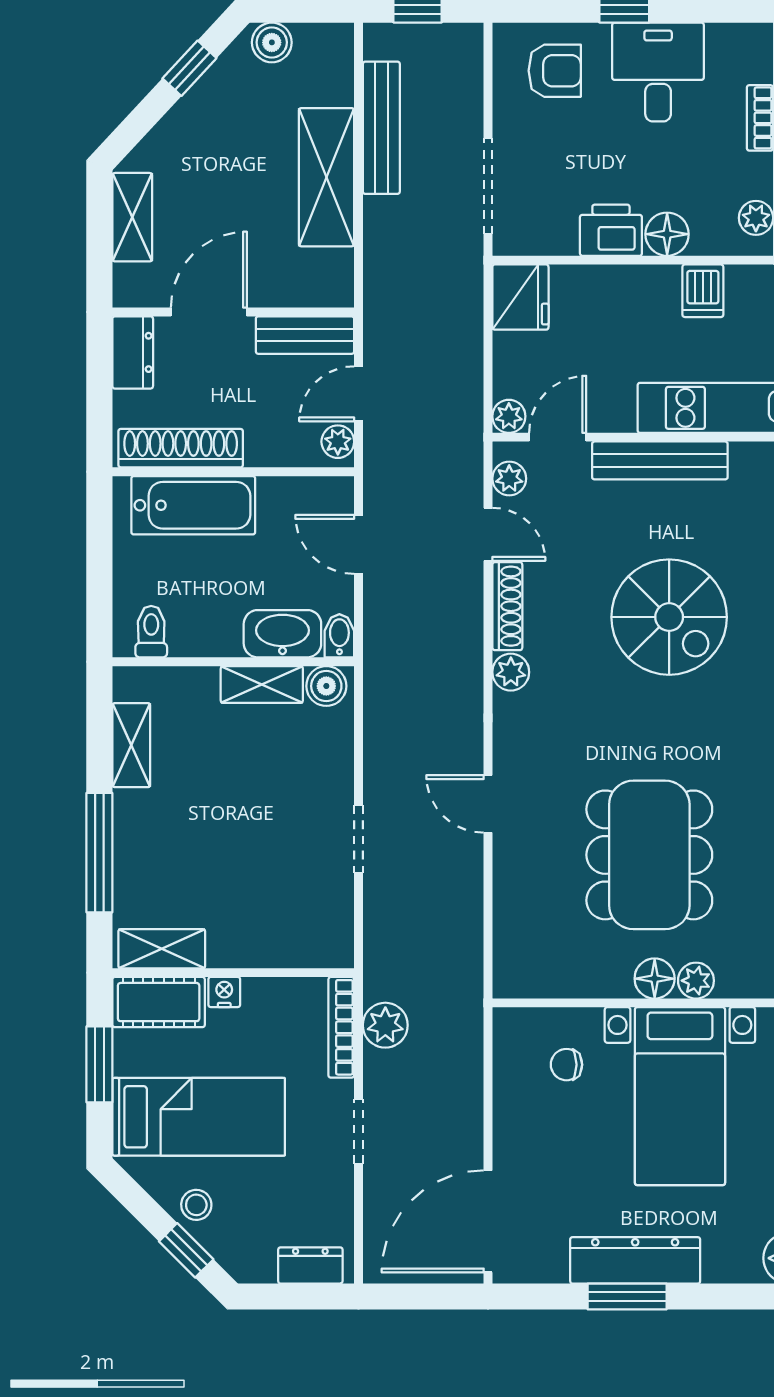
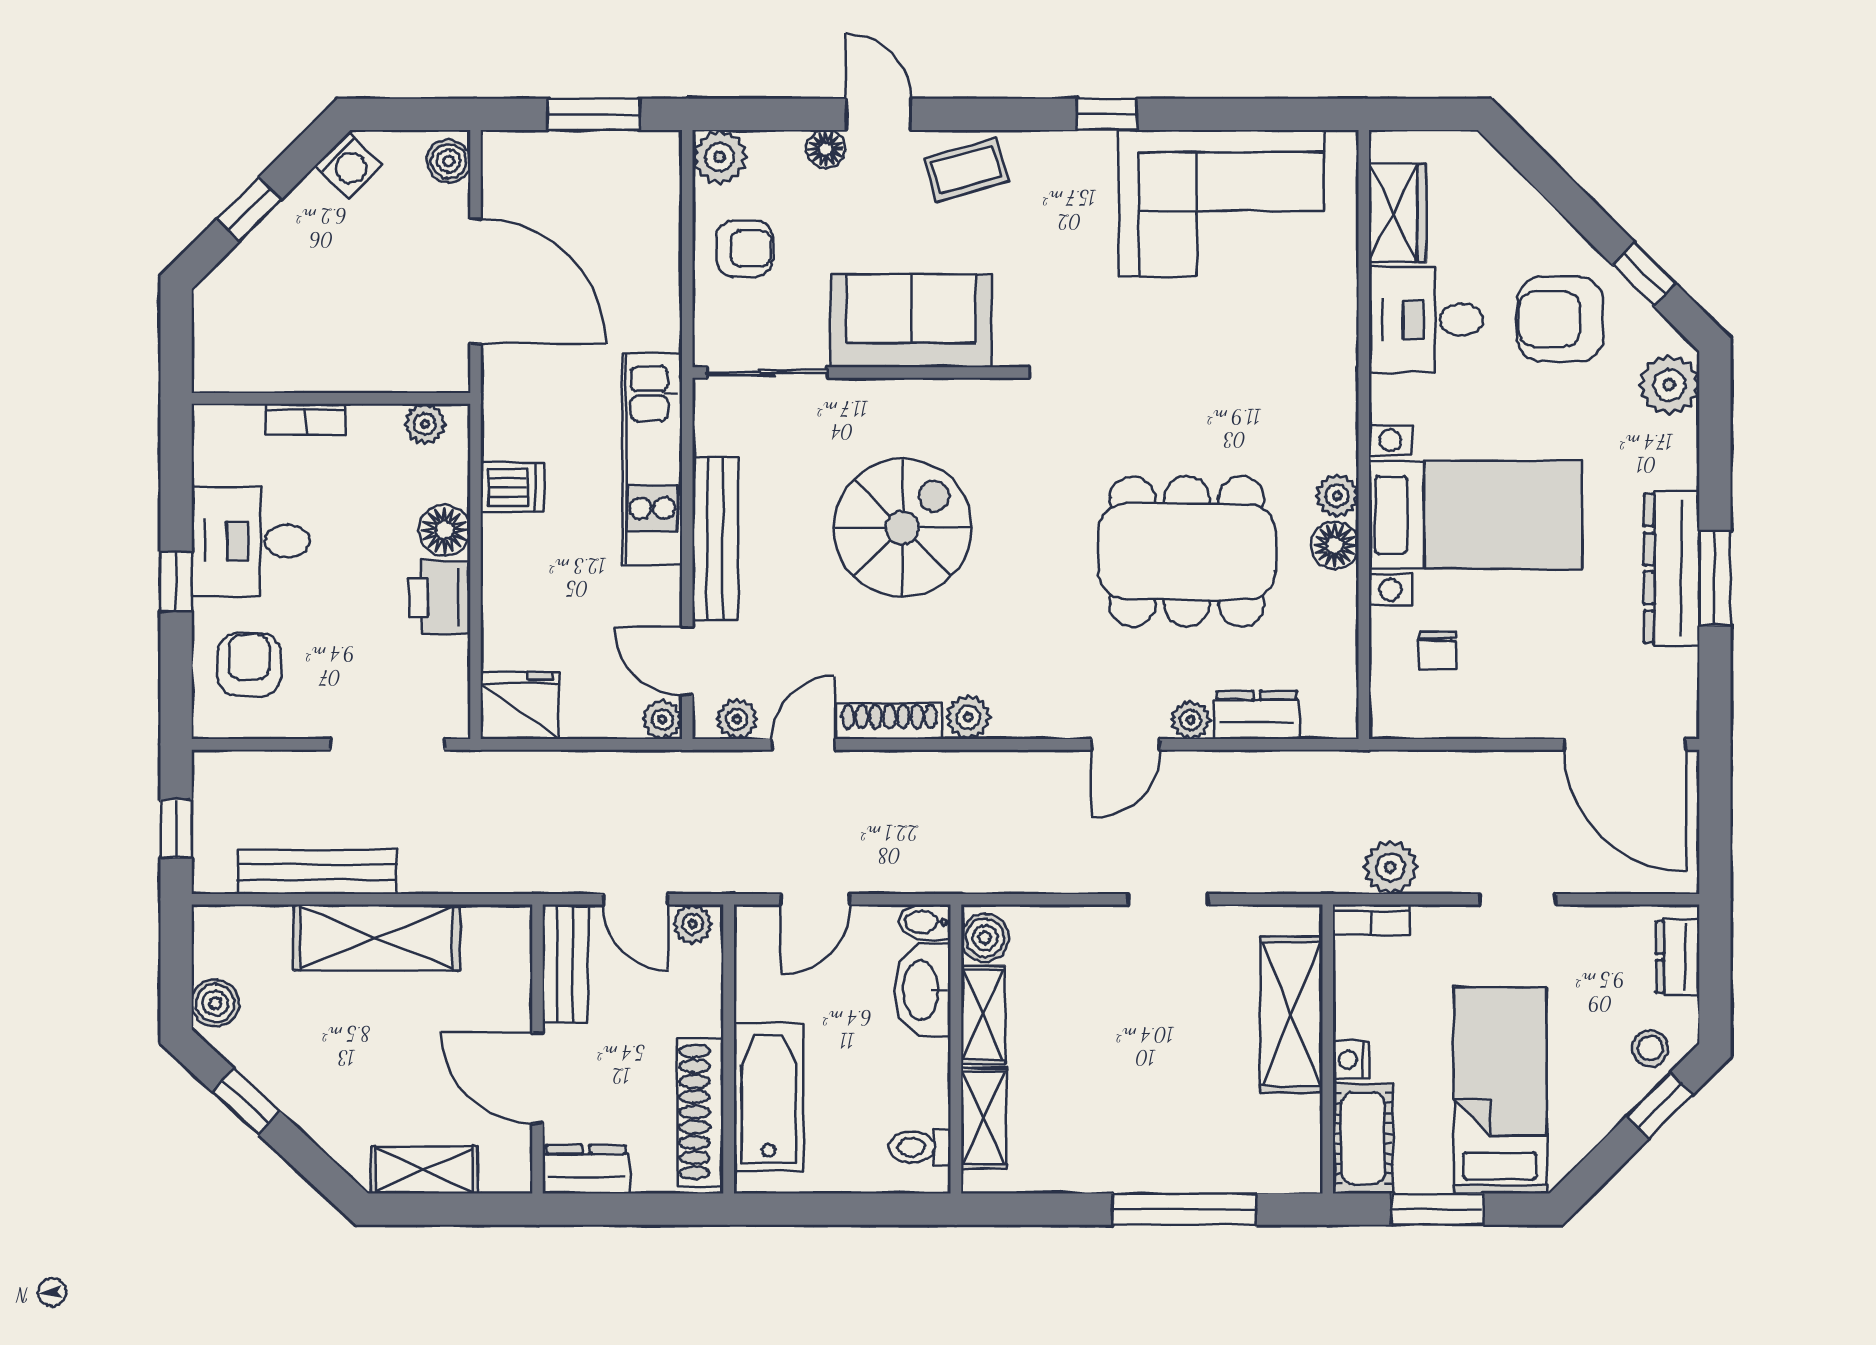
shelving: (131, 745) -> (984, 1118), moved, turned 90
plant: (509, 858) -> (1190, 720), added
dresser: (513, 913) -> (1257, 715), added
shelving: (162, 949) -> (1291, 1014), moved, width x1.50, depth x1.33
bookcase: (341, 1027) -> (1371, 920), width x0.64
stool: (196, 1205) -> (1650, 1048), moved

